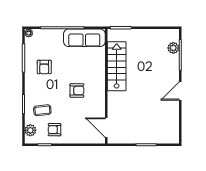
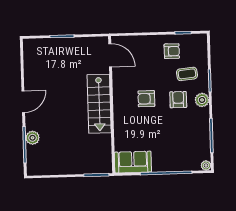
sofa: (84, 38) -> (133, 162), width x0.73
plant: (173, 48) -> (33, 138), moved
stairs: (117, 66) -> (99, 104), moved
armchair: (44, 67) -> (178, 100), moved
plant: (30, 130) -> (202, 100), moved

